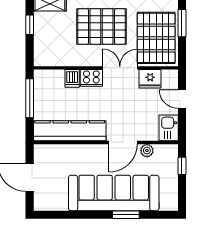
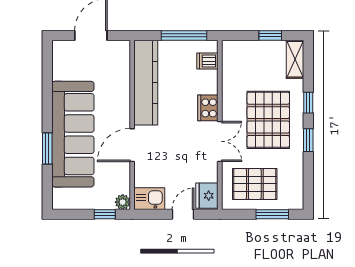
pallet: (156, 38) -> (255, 184), width x0.73, depth x0.71
dishwasher: (72, 78) -> (207, 61), moved
fridge: (150, 79) -> (207, 196), moved
door: (123, 142) -> (132, 145), hinge flipped
plant: (147, 151) -> (123, 202), moved

